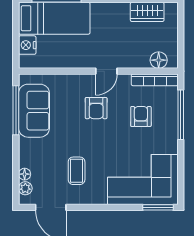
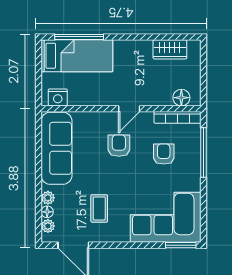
nightstand: (27, 45) -> (58, 97), moved, turned -90
armchair: (96, 108) -> (119, 146), turned 180
window: (16, 110) -> (38, 148), removed
sofa: (34, 111) -> (57, 148), width x1.36
plant: (25, 160) -> (48, 198), added

